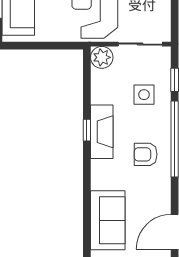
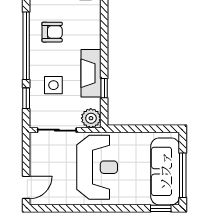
window: (87, 130) -> (104, 88), moved
fireplace: (102, 132) -> (91, 73), moved

